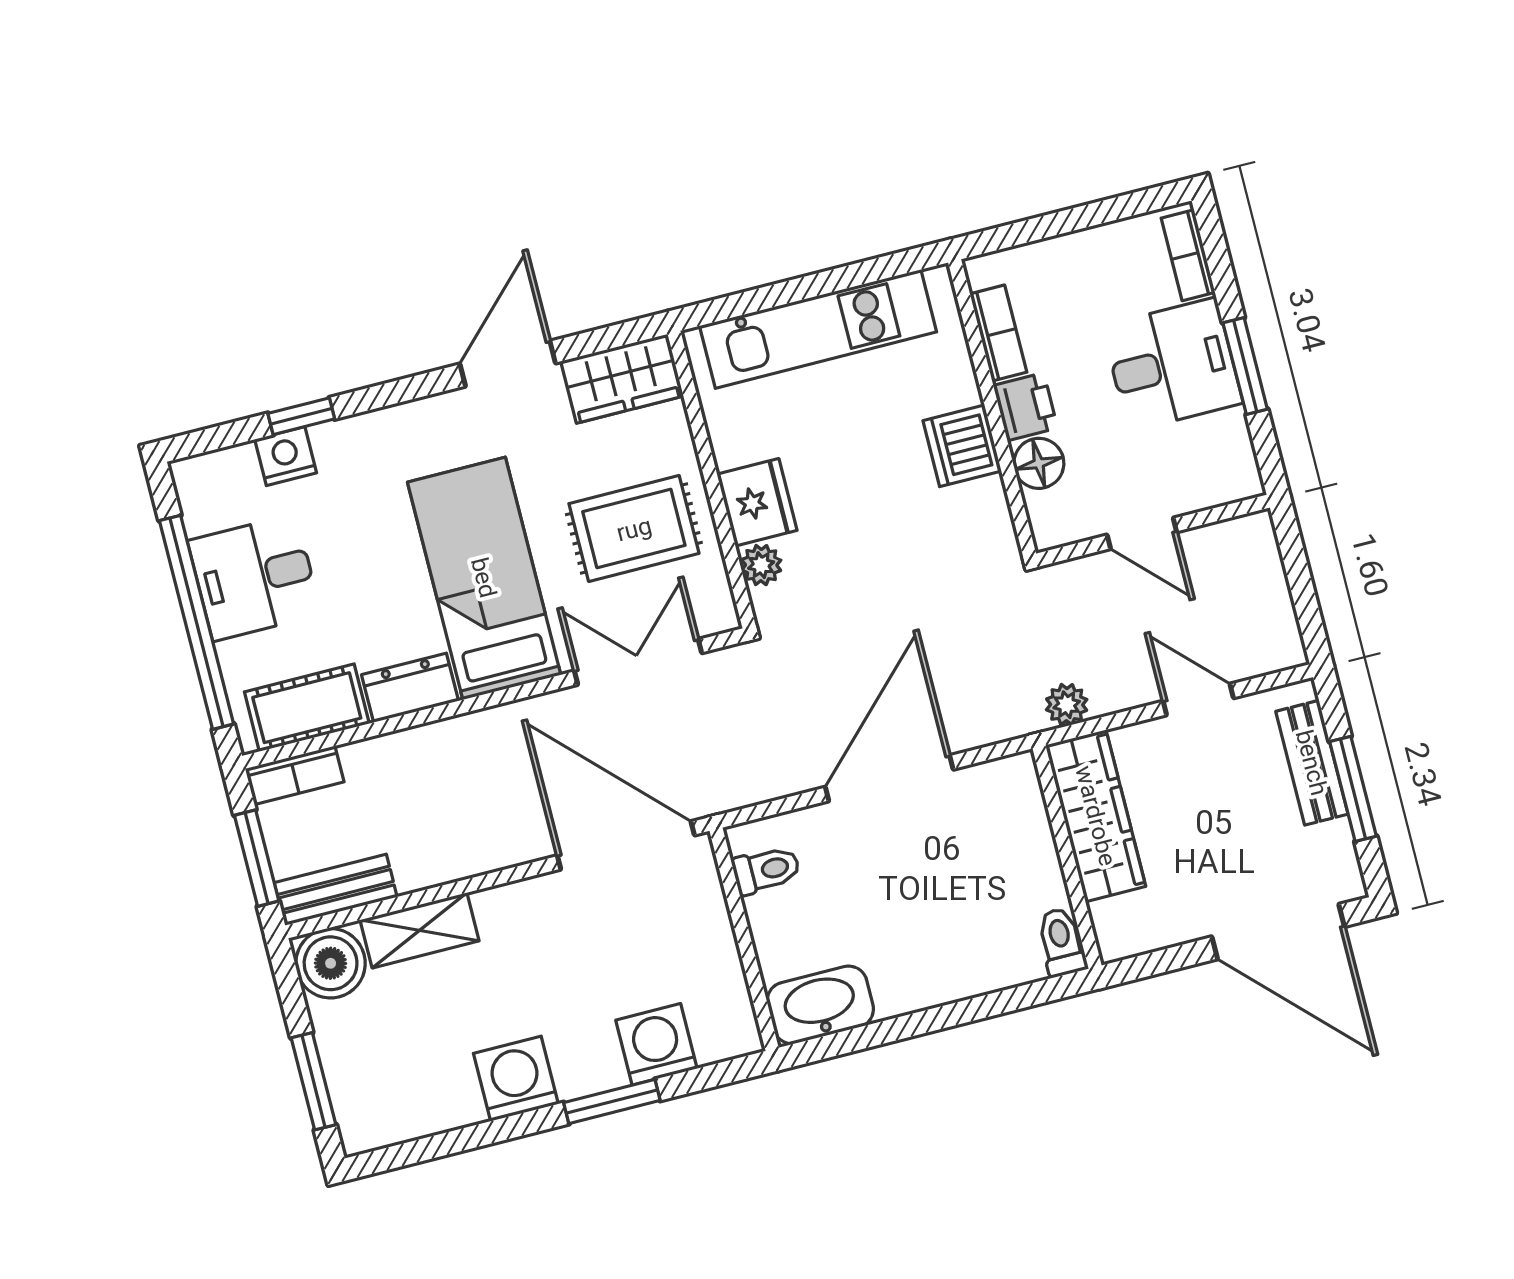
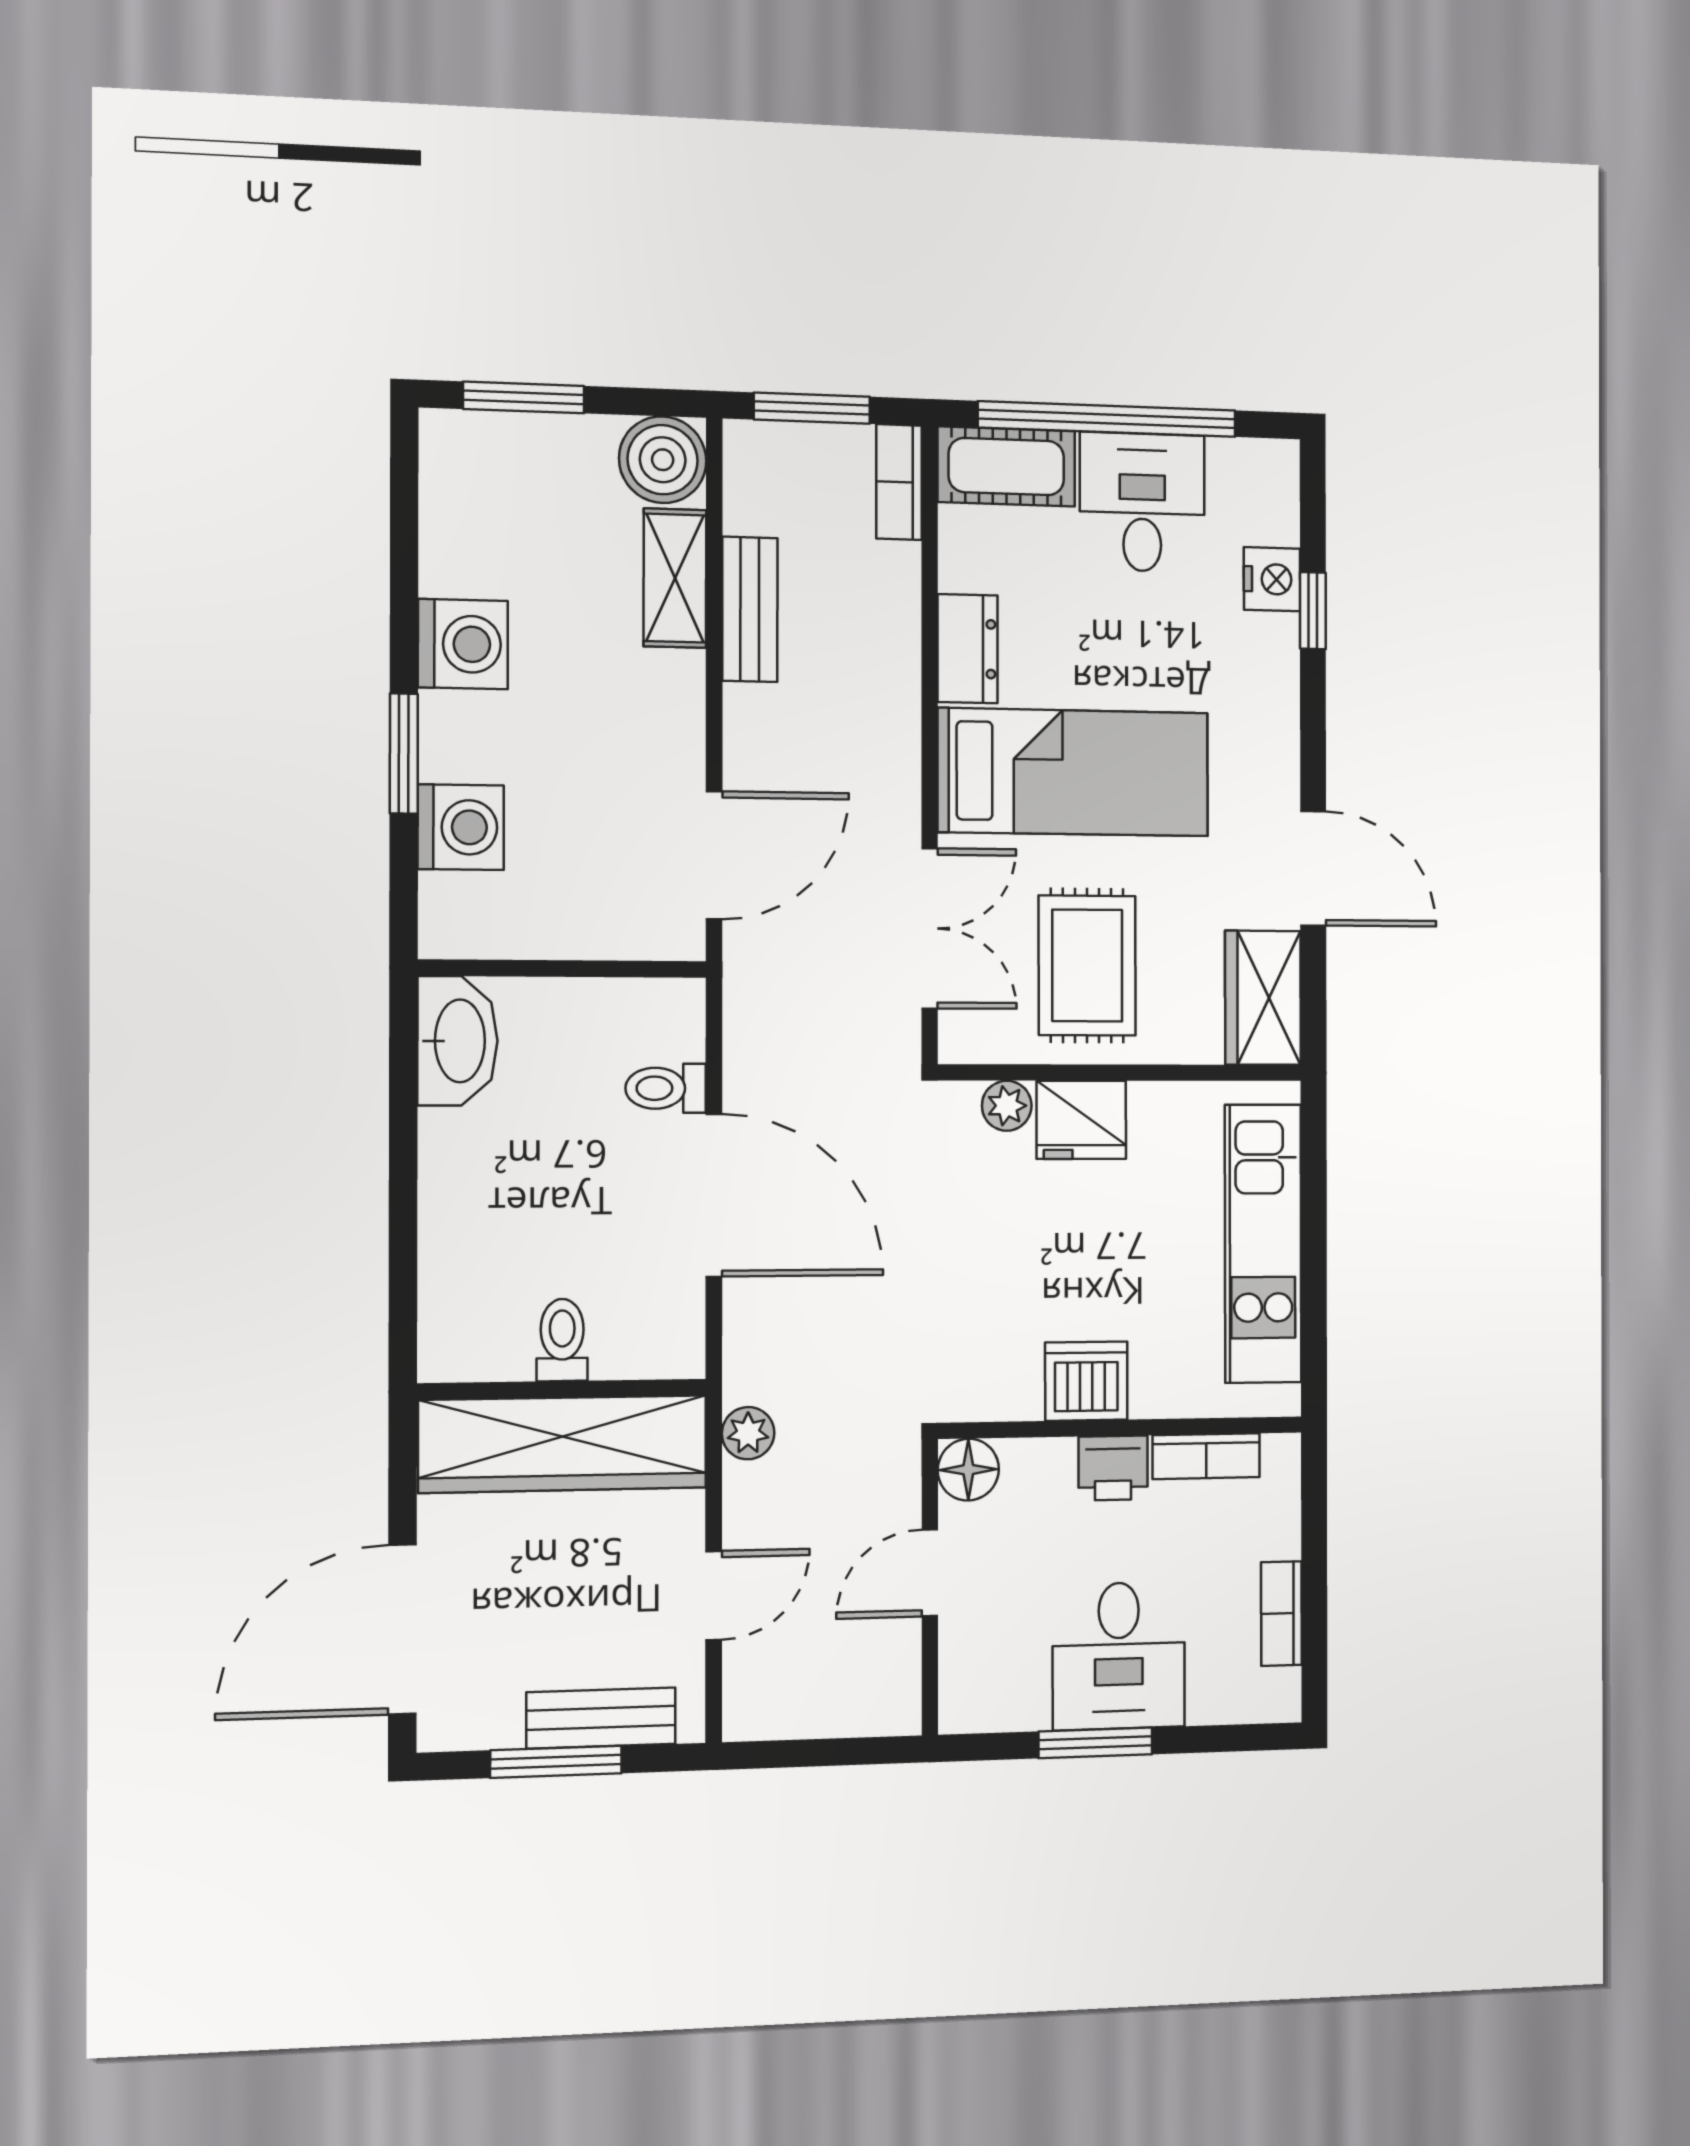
bookcase: (1188, 255) -> (1281, 1614), moved, turned -90
floor lamp: (1039, 463) -> (968, 1470), moved
cot: (307, 708) -> (1006, 467), moved, turned 90
wardrobe: (1096, 816) -> (563, 1444), width x1.40, depth x1.17
door: (626, 845) -> (714, 855), width x0.73
toilet: (766, 870) -> (666, 1088), moved, turned 90
bench: (336, 890) -> (750, 609), moved
toilet: (1061, 942) -> (562, 1340), moved, turned -90

